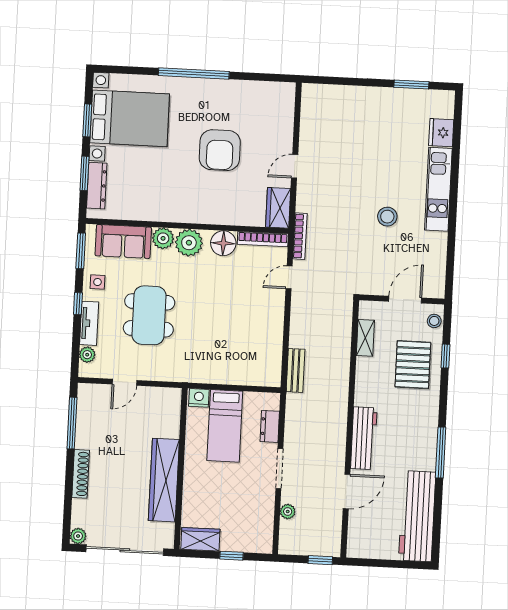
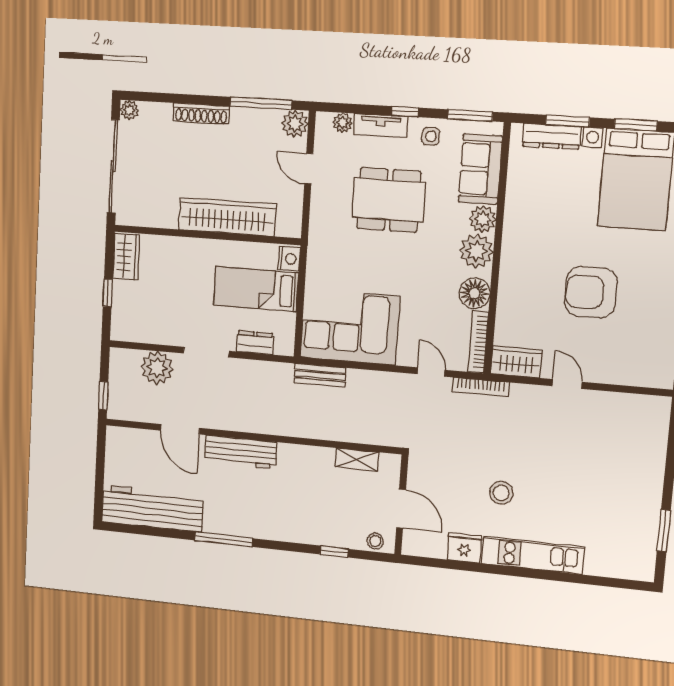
fridge: (441, 133) -> (464, 548), moved
corner sofa: (254, 346) -> (350, 327), added
pallet: (413, 365) -> (325, 513), removed
plant: (88, 394) -> (295, 124), added
wardrobe: (164, 480) -> (227, 217), moved
plant: (288, 512) -> (157, 368), width x1.87, depth x1.87

